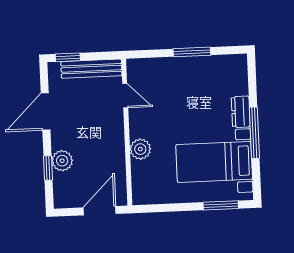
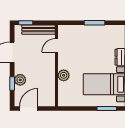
door: (125, 96) -> (57, 45), swing flipped
door: (100, 211) -> (29, 108), moved

